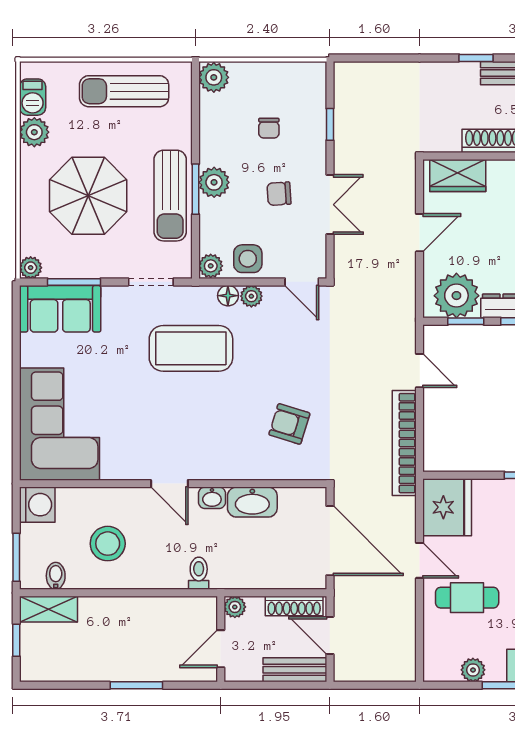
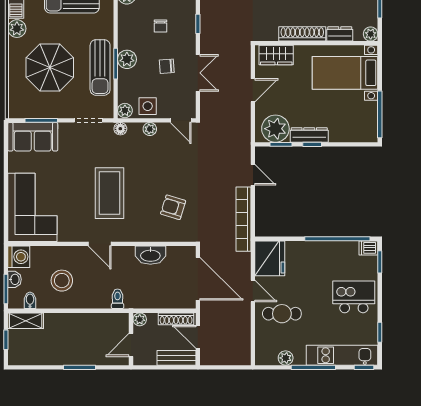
plant: (31, 268) -> (15, 112), removed
floor lamp: (228, 296) -> (120, 129), moved
coffee table: (191, 348) -> (110, 193), moved, turned 90
washbasin: (212, 498) -> (15, 279), moved, turned -90

